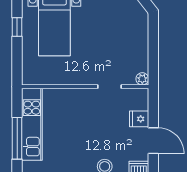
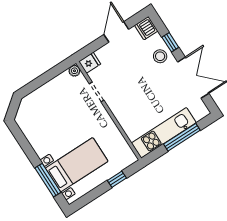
window: (17, 27) -> (117, 179), moved
fridge: (139, 119) -> (90, 63), moved, turned -90

